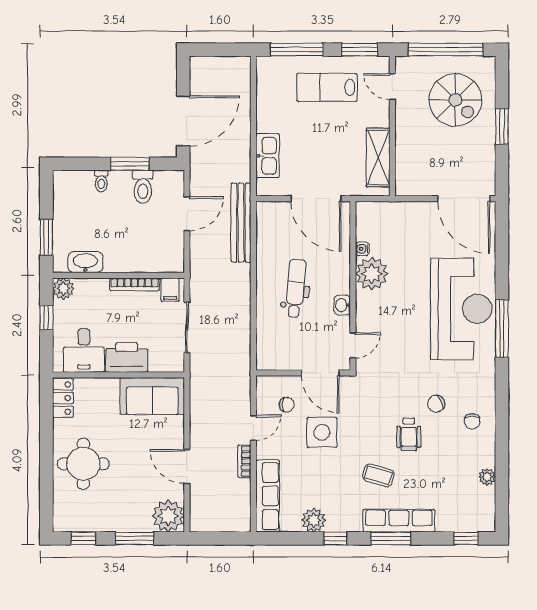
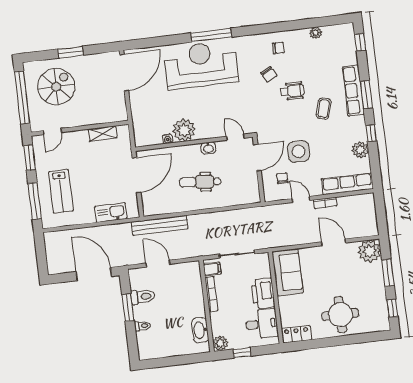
lab bench: (327, 87) -> (61, 191), moved
shelving: (378, 158) -> (103, 133), width x0.67, depth x0.75
window: (46, 237) -> (186, 359), removed
door: (187, 467) -> (334, 242), swing flipped

